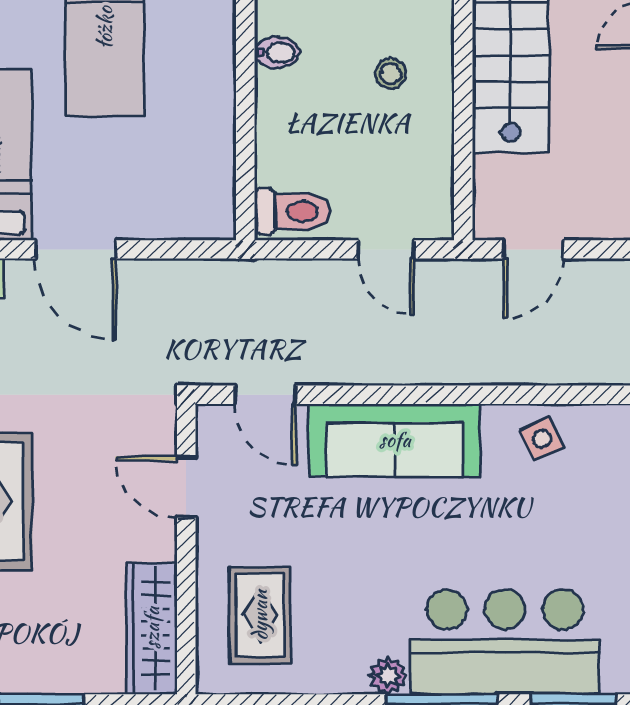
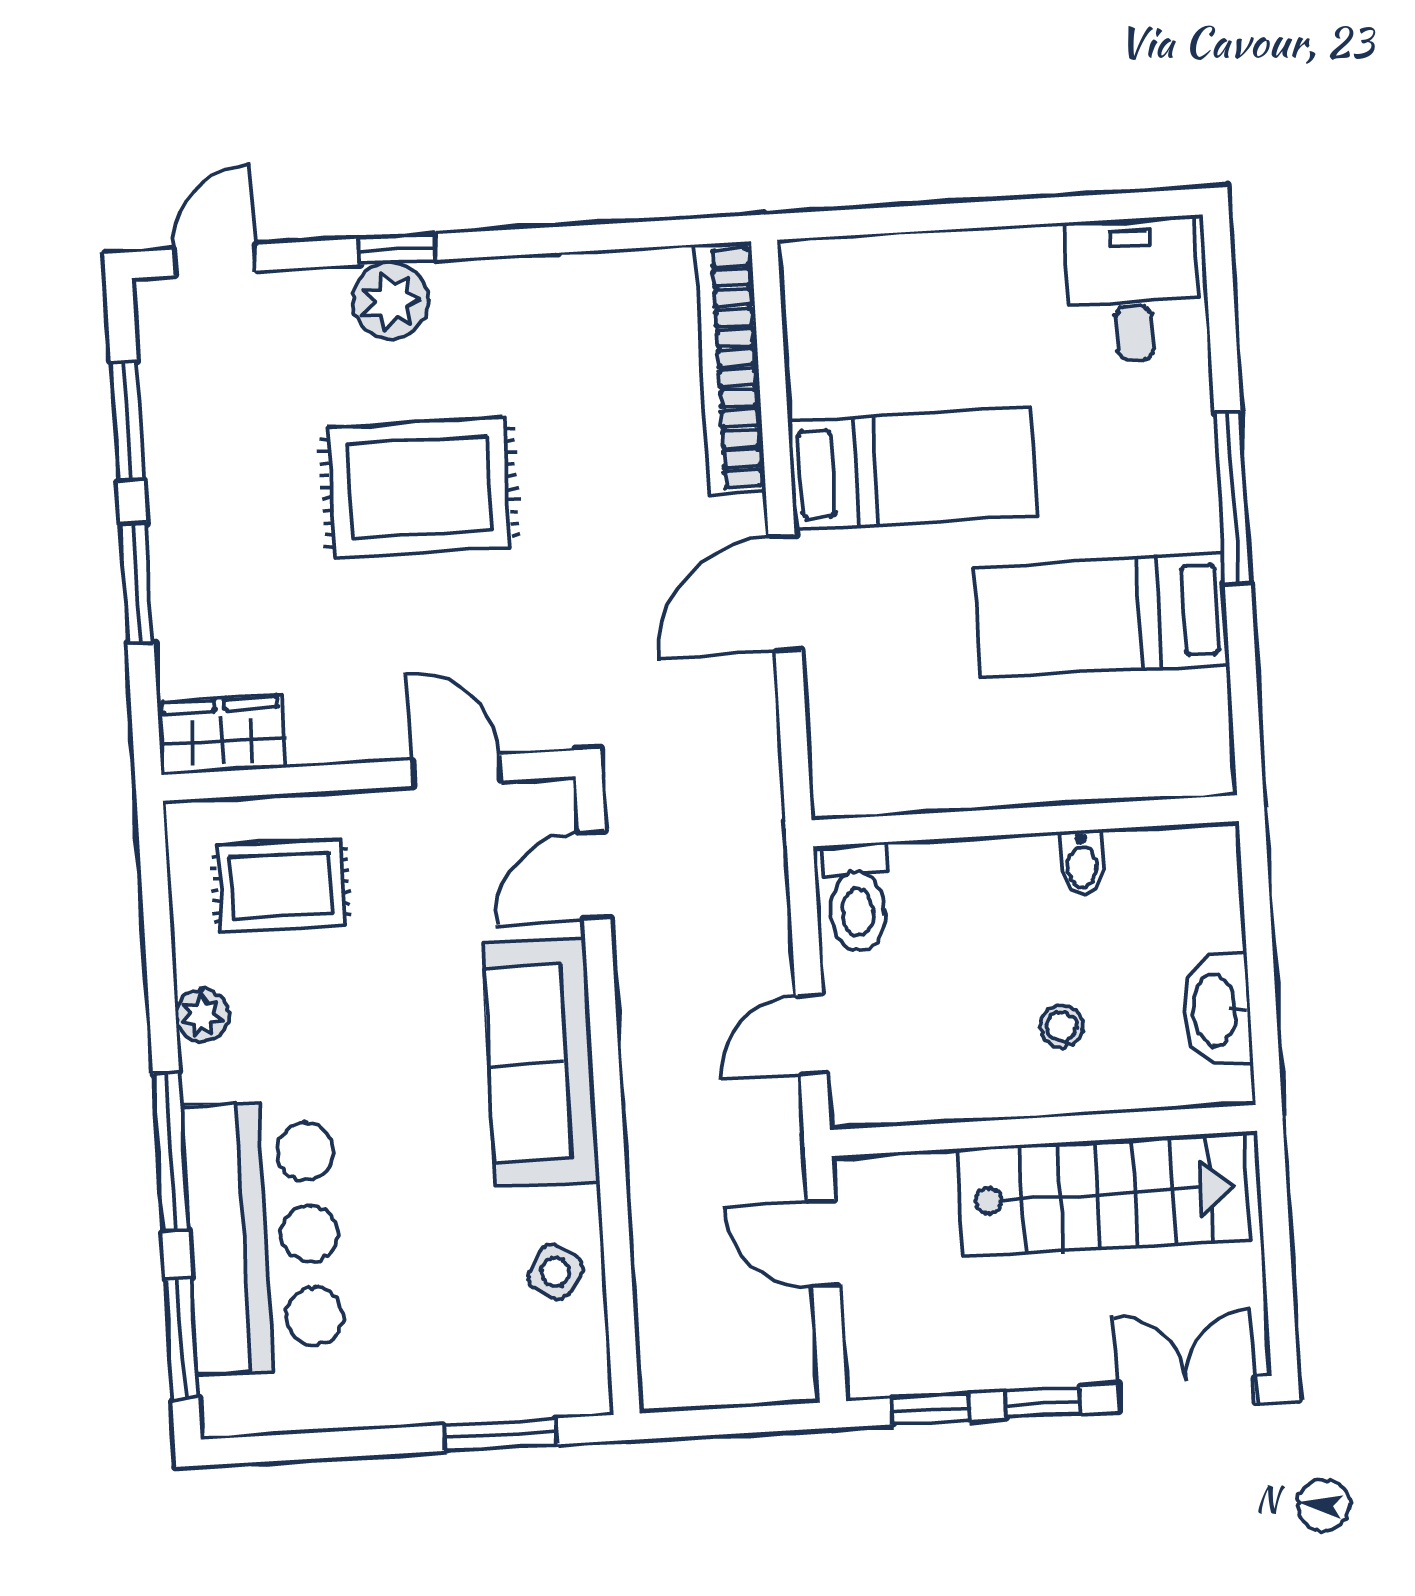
side table: (542, 439) -> (555, 1272), turned -31
door: (186, 487) -> (457, 770), hinge flipped
wardrobe: (152, 628) -> (222, 735), width x0.67
plant: (388, 676) -> (202, 1015), moved

